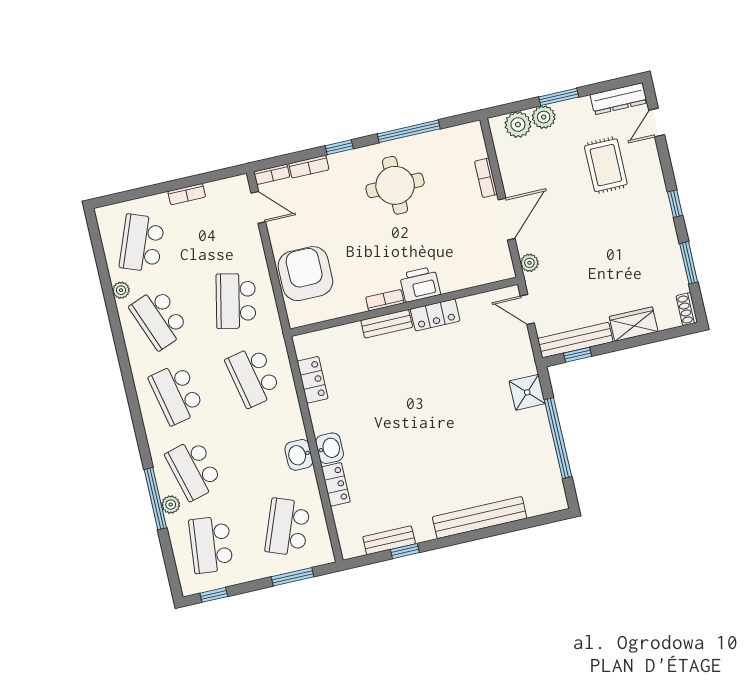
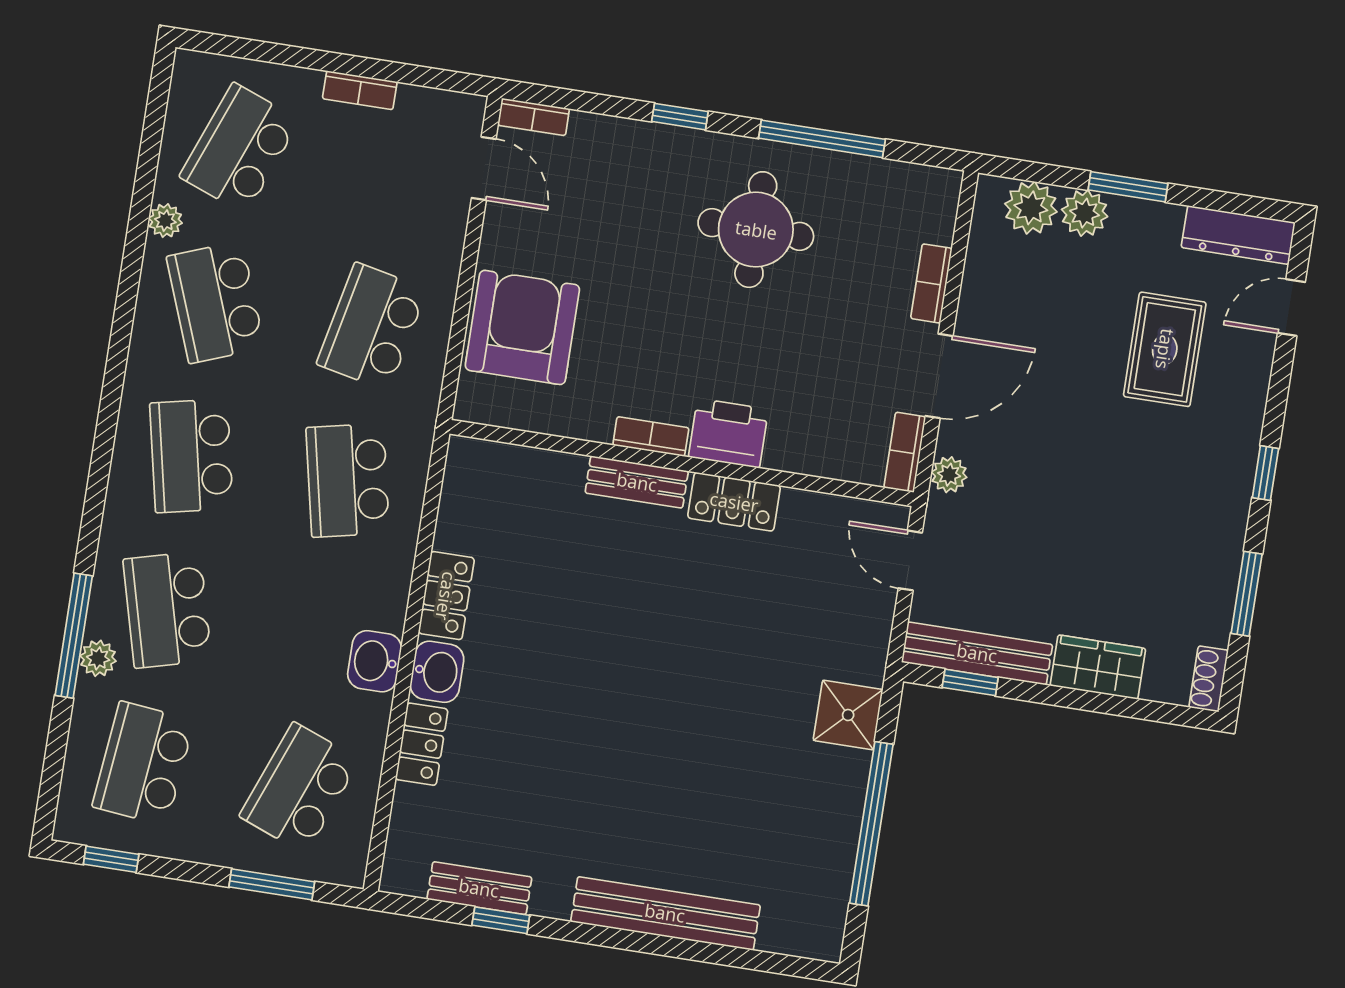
bookcase: (309, 167) -> (905, 452), moved, turned 90
locker: (313, 380) -> (446, 596), moved

